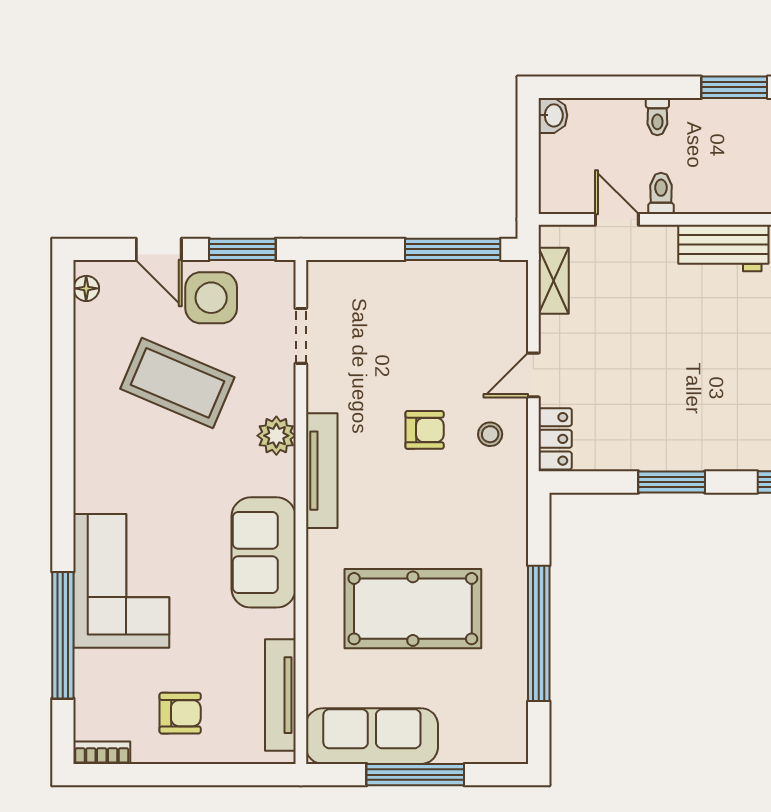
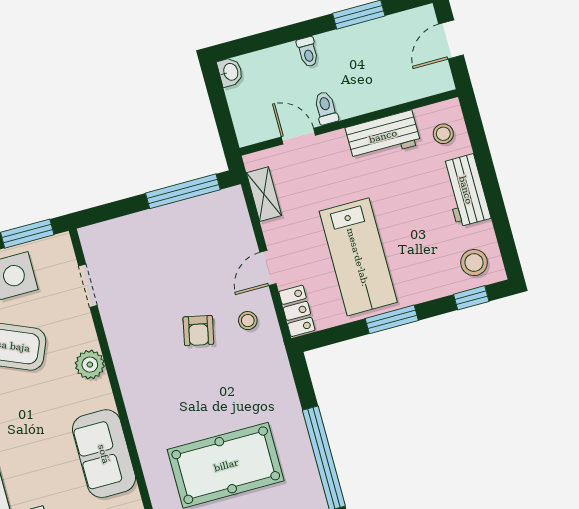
lab bench: (651, 392) -> (358, 257), added
armchair: (425, 430) -> (198, 331), turned 102
tv unit: (322, 471) -> (130, 381), removed

